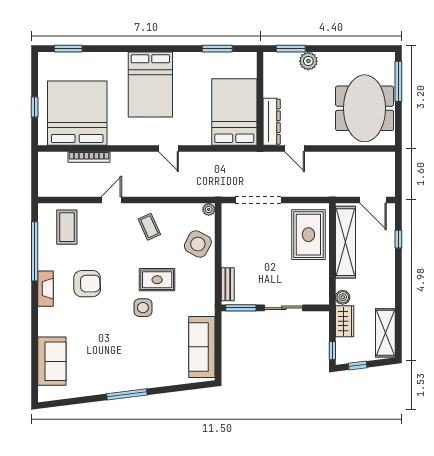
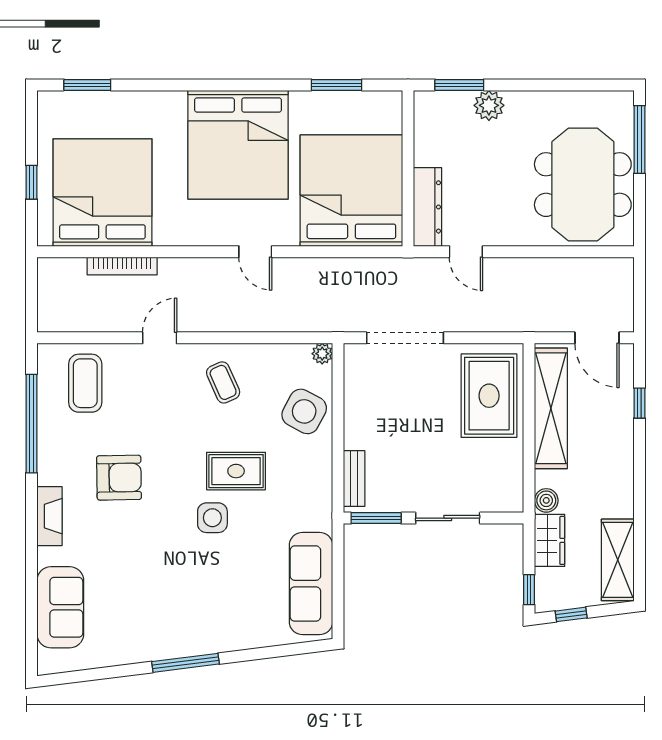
bed: (150, 84) -> (238, 145), width x1.36
bed: (234, 112) -> (351, 191), width x1.36
fireplace: (45, 289) -> (49, 516), moved

